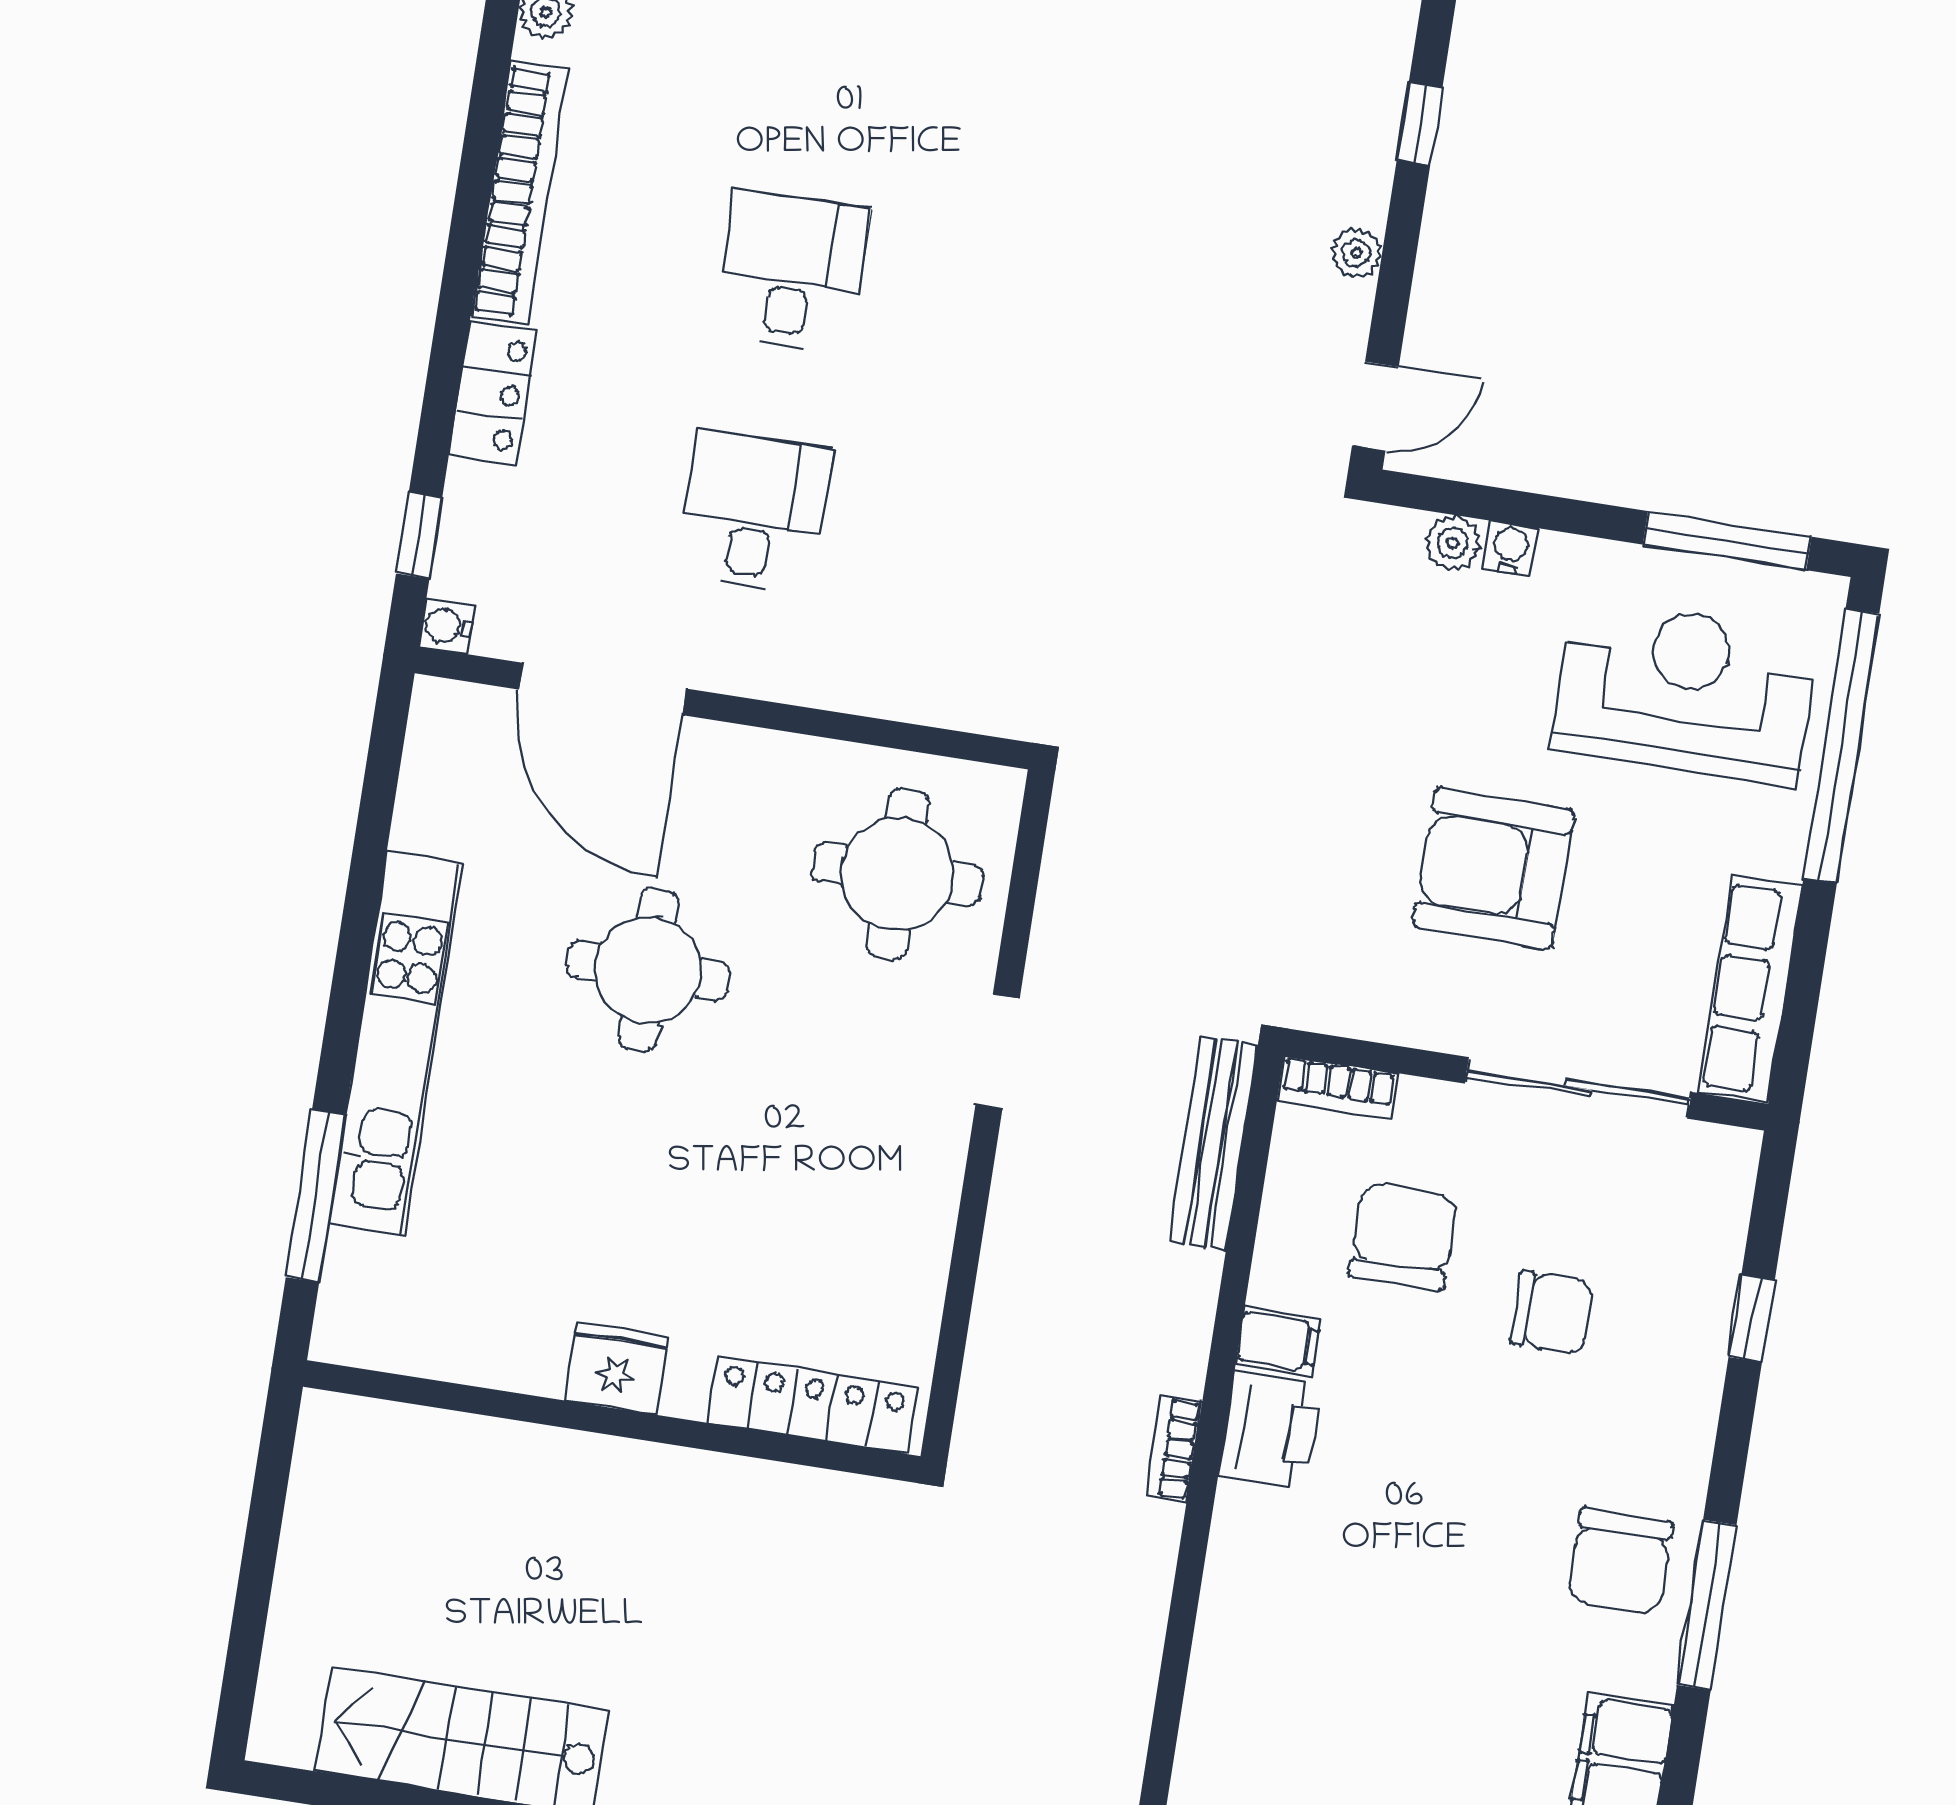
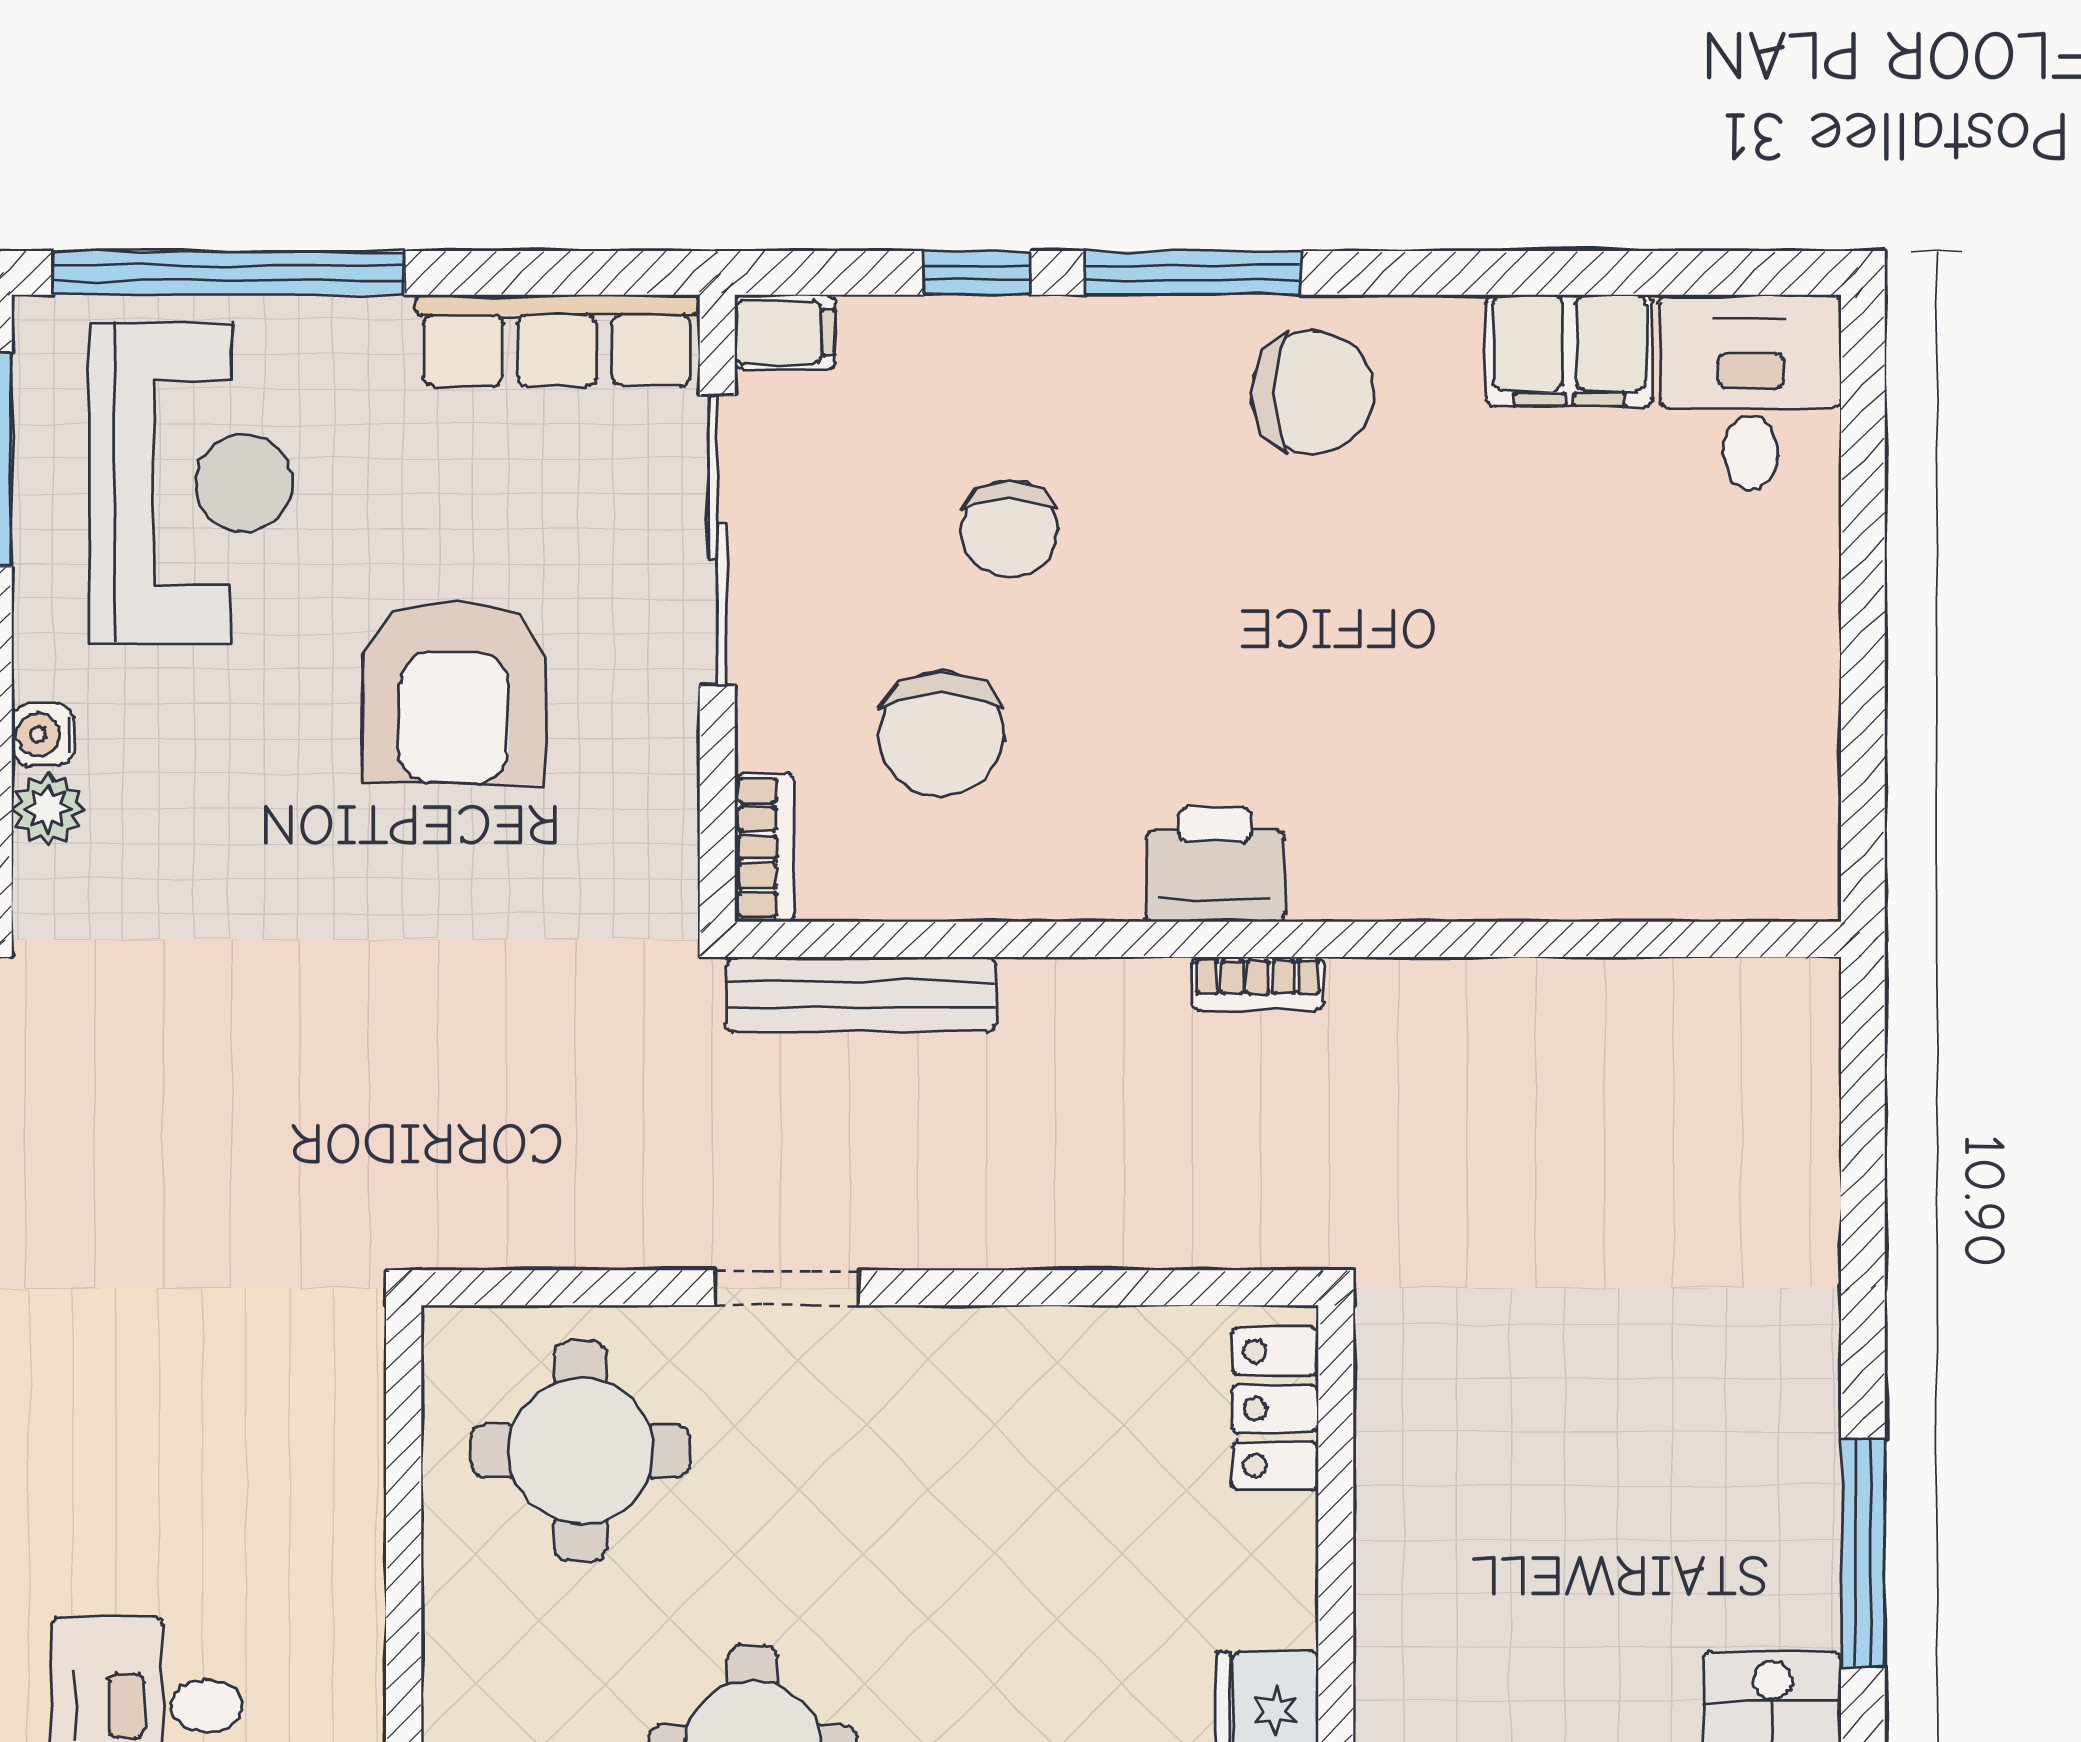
reception desk: (1685, 692) -> (191, 483), turned 180
chair: (1403, 1236) -> (942, 734), turned -90
chair: (1552, 1313) -> (1009, 529), turned 180
filing cabinet: (1278, 1342) -> (785, 332), moved, turned 90
locker: (812, 1405) -> (1275, 1409), width x0.66
window: (1707, 1605) -> (1193, 273), moved

